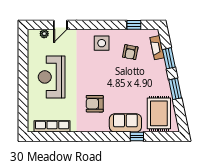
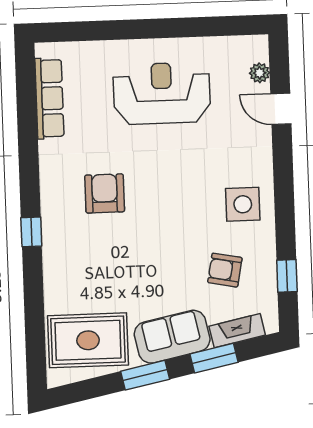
sofa: (125, 123) -> (172, 337), moved, turned -102
window: (137, 136) -> (31, 232), moved

